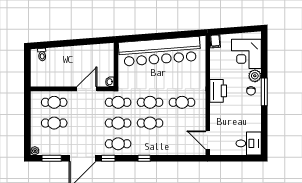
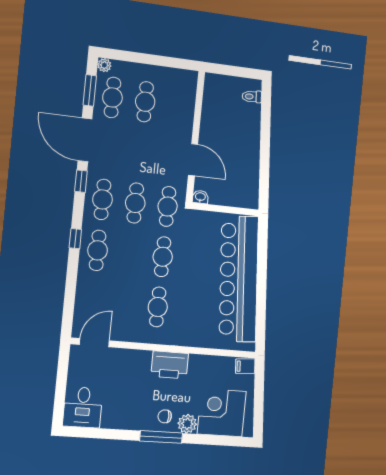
cafe table: (54, 102) -> (112, 97), moved
cafe table: (150, 123) -> (98, 250), moved

